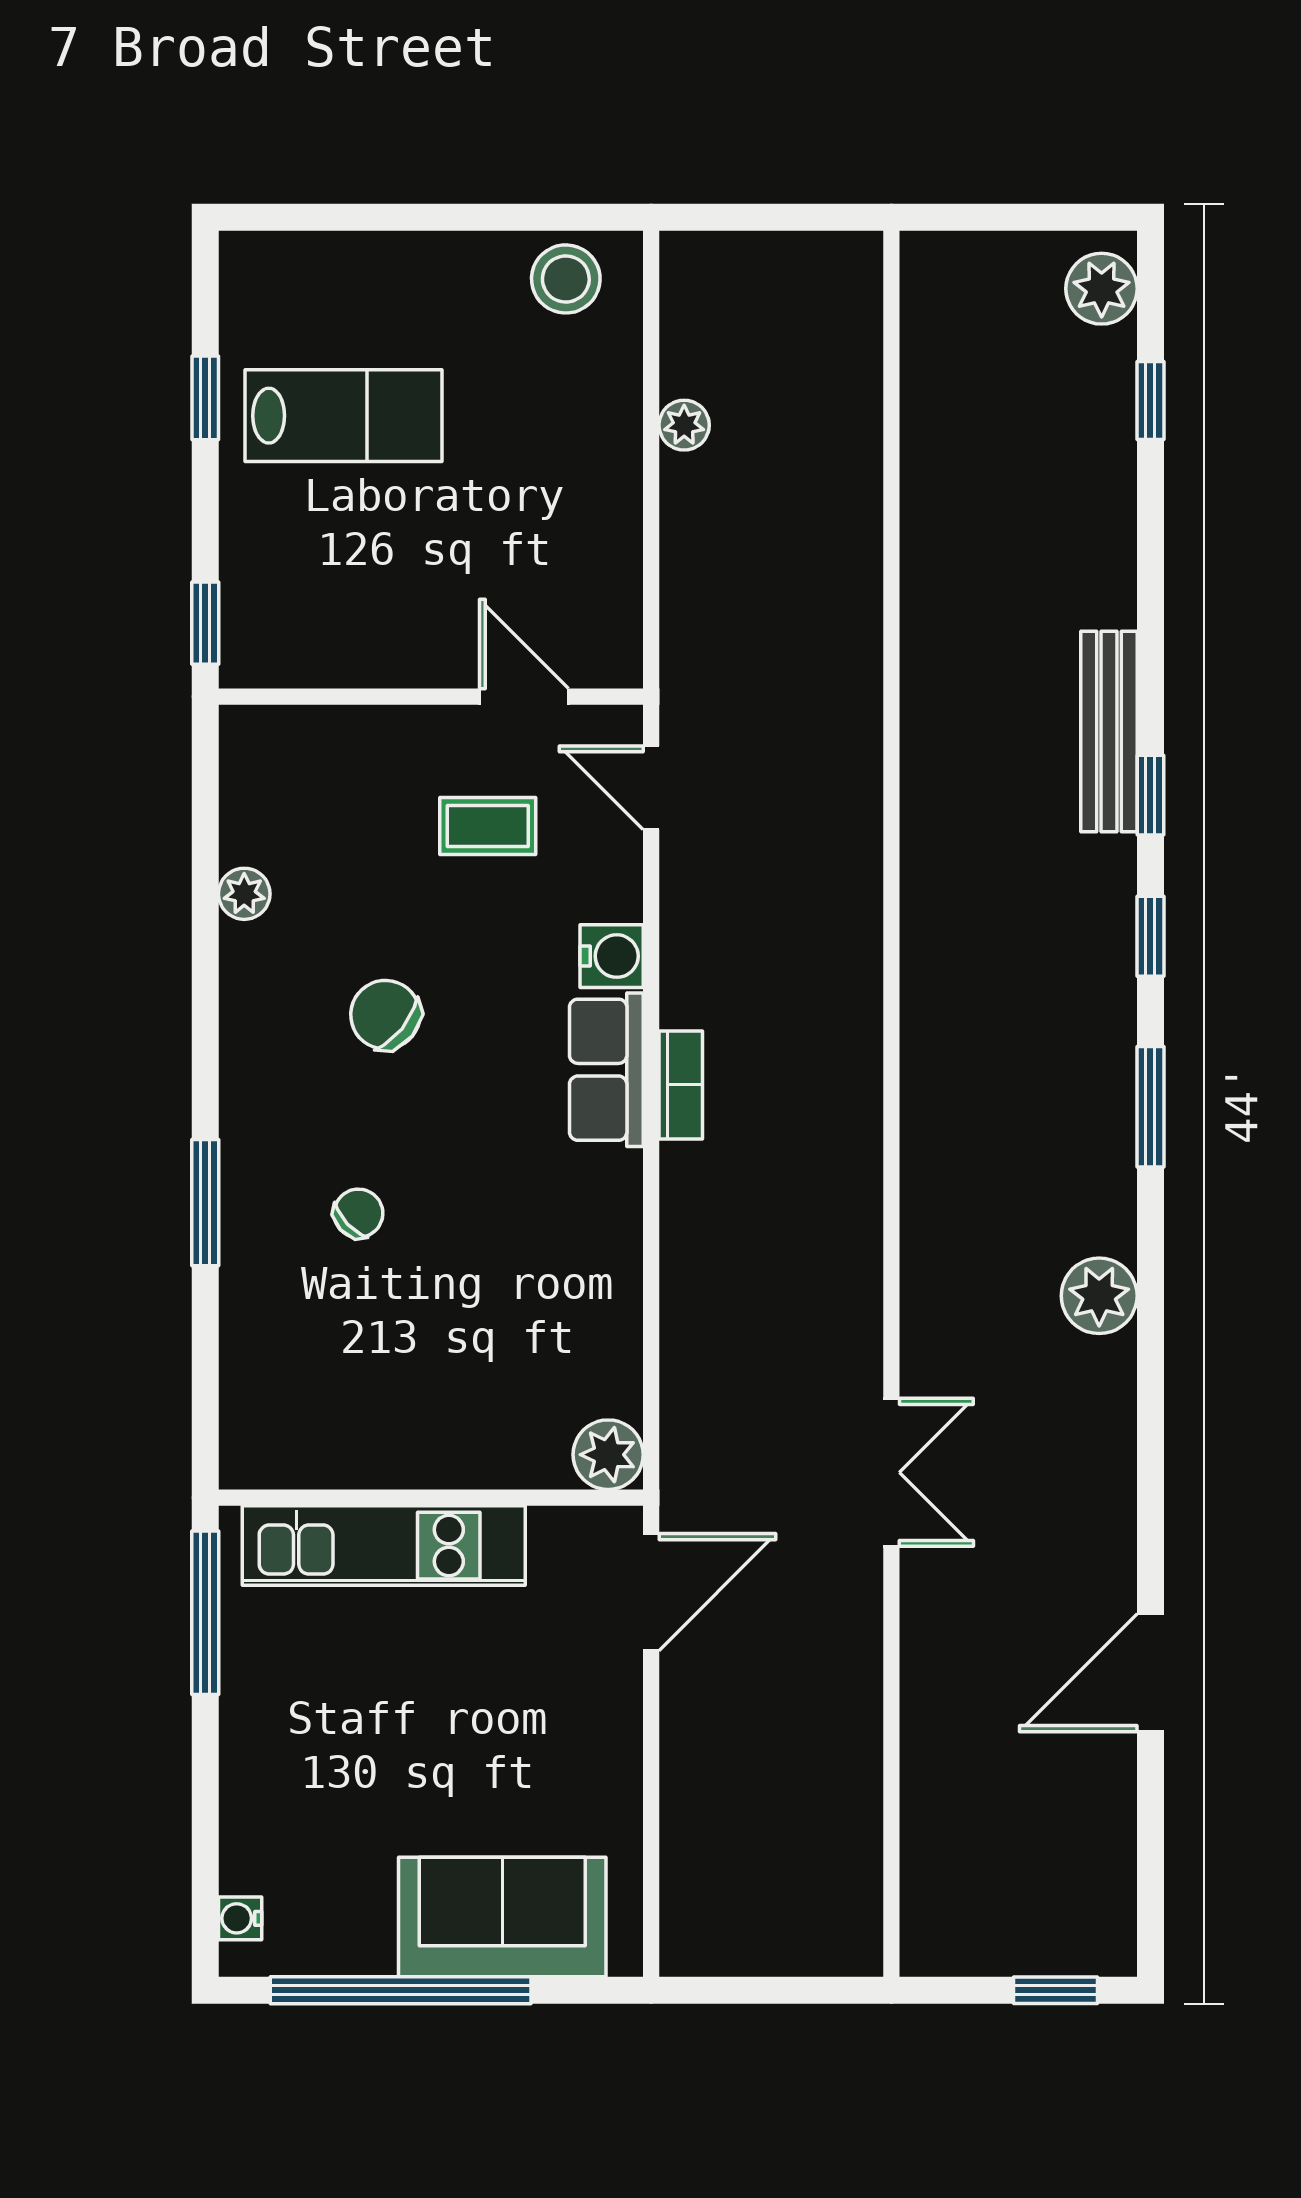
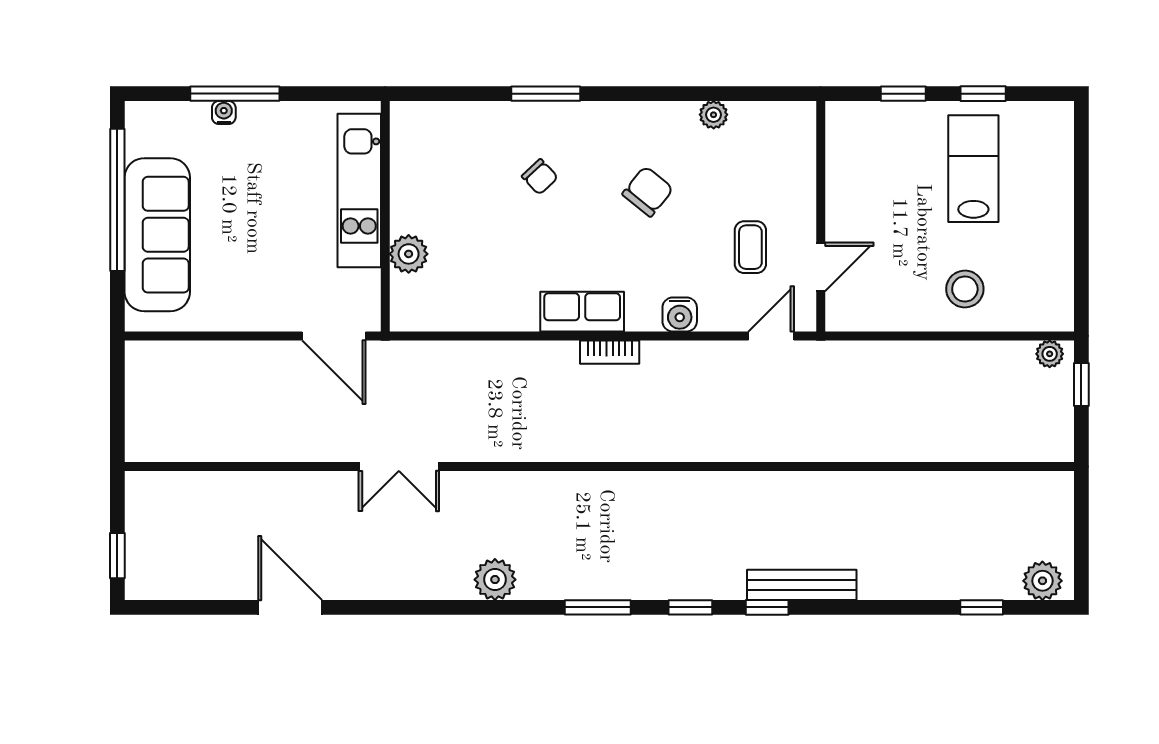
window: (740, 217) -> (1081, 384), added
stool: (566, 279) -> (965, 289), moved
lab bench: (343, 416) -> (973, 169), turned 180
plant: (684, 425) -> (1050, 354), moved
window: (205, 623) -> (903, 94), moved
row of seats: (606, 1070) -> (582, 312), moved
plant: (608, 1455) -> (409, 254), moved
window: (205, 1613) -> (235, 94), moved
sofa: (502, 1917) -> (157, 235), width x1.36
water cooler: (240, 1918) -> (224, 113), moved

